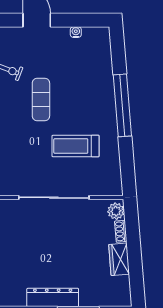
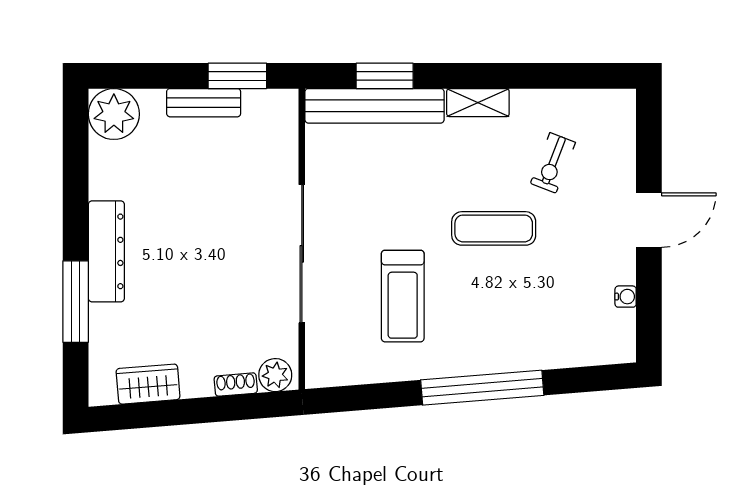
treadmill: (76, 146) -> (403, 296), turned 180
wardrobe: (119, 259) -> (148, 384), moved

